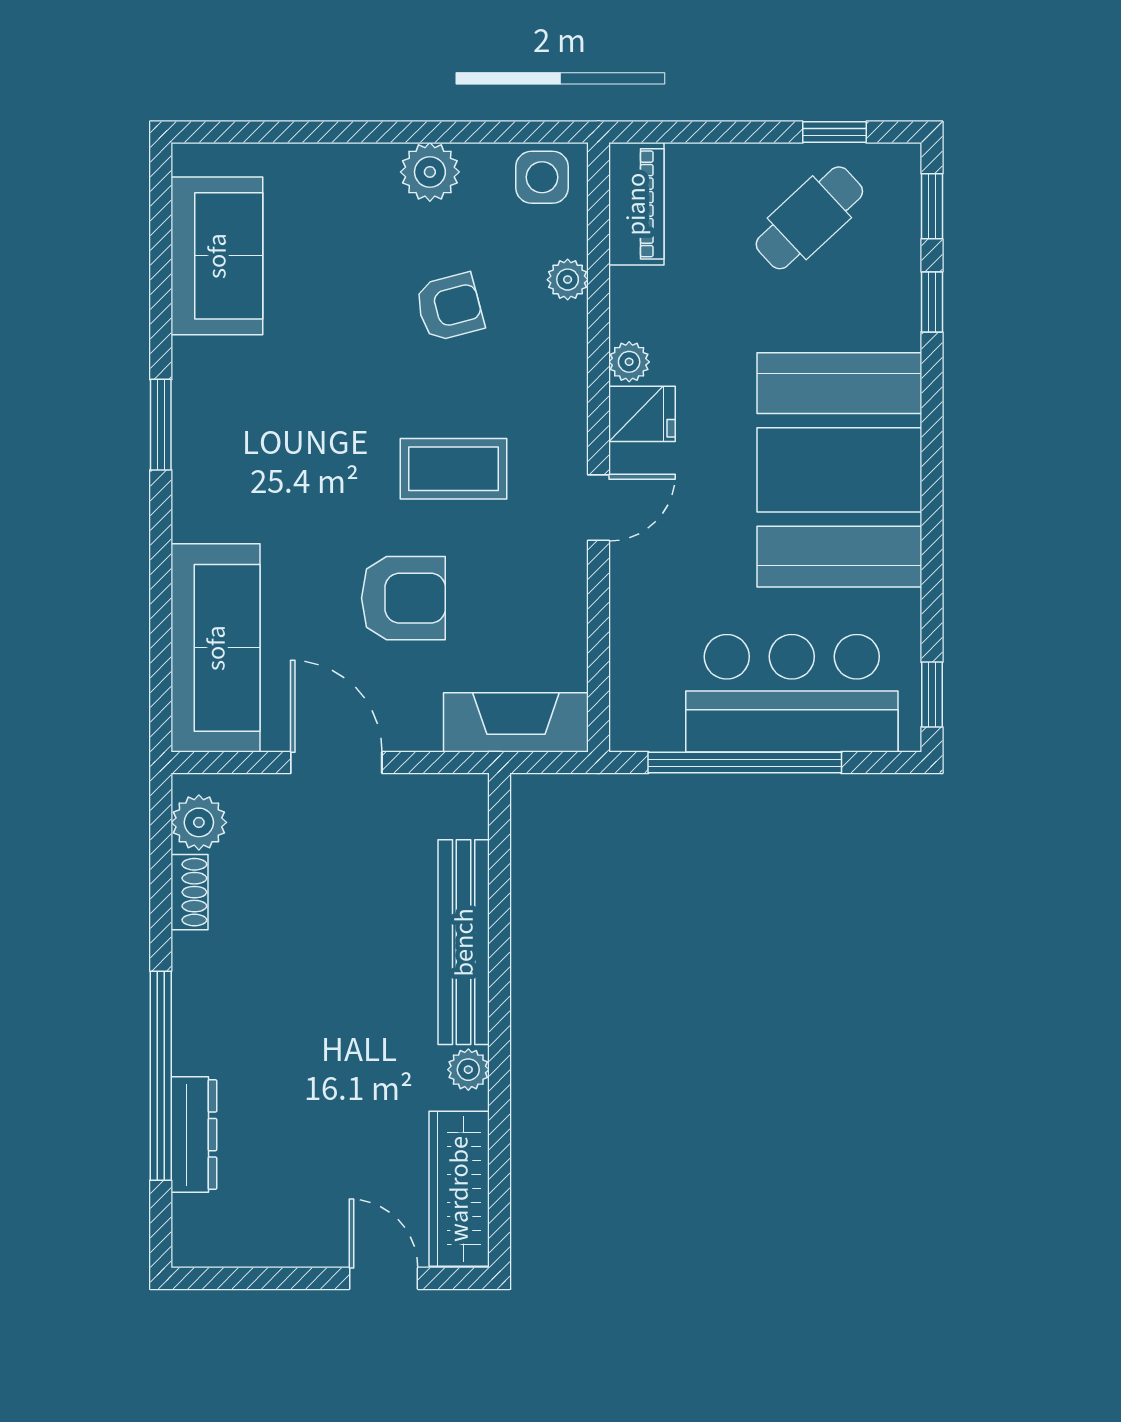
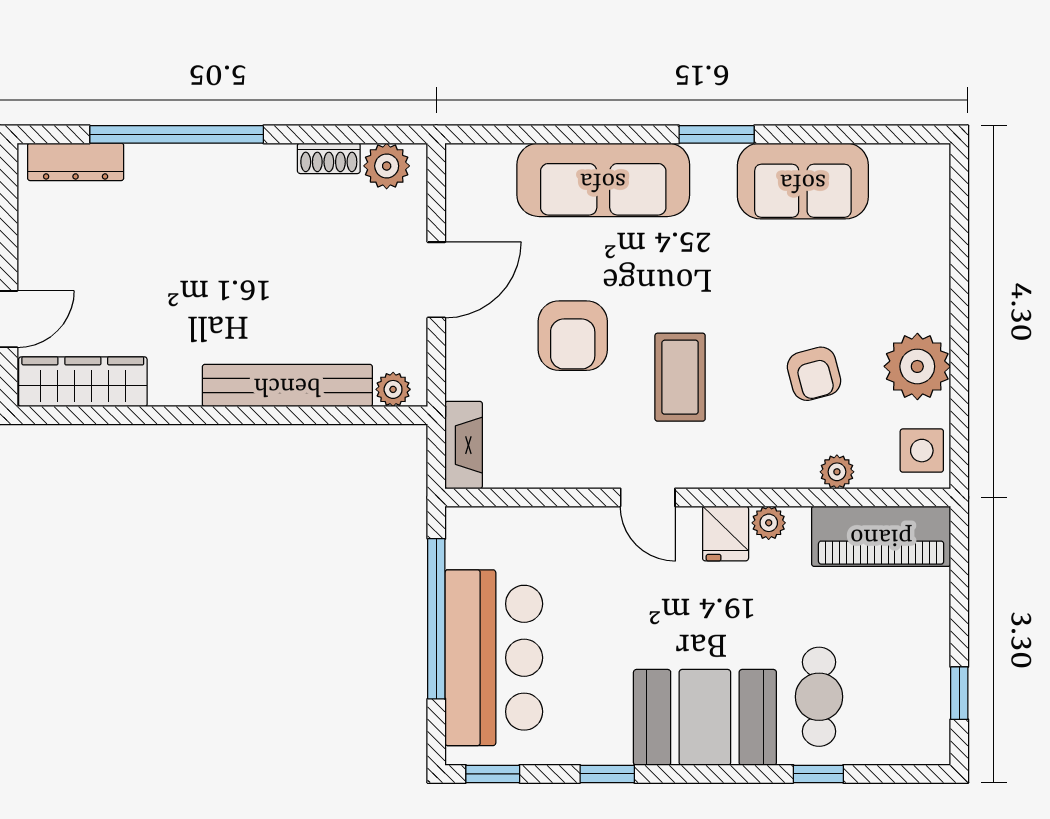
plant: (430, 172) -> (917, 366), width x1.36, depth x1.36
piano: (636, 204) -> (881, 536), width x1.37, depth x1.33
window: (932, 206) -> (607, 774), moved
cafe table: (809, 218) -> (819, 697), moved, turned 43
sofa: (217, 256) -> (803, 181), moved
booth: (839, 470) -> (705, 717), width x0.73, depth x0.70
sofa: (216, 648) -> (603, 180), moved
fireplace: (516, 722) -> (464, 445), width x0.73, depth x0.76
plant: (468, 1070) -> (393, 389), moved
dresser: (194, 1135) -> (76, 162), moved

